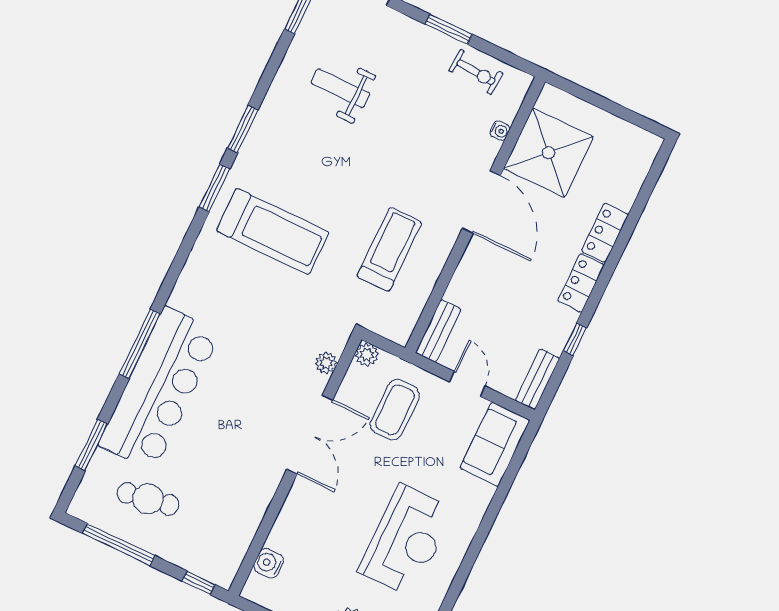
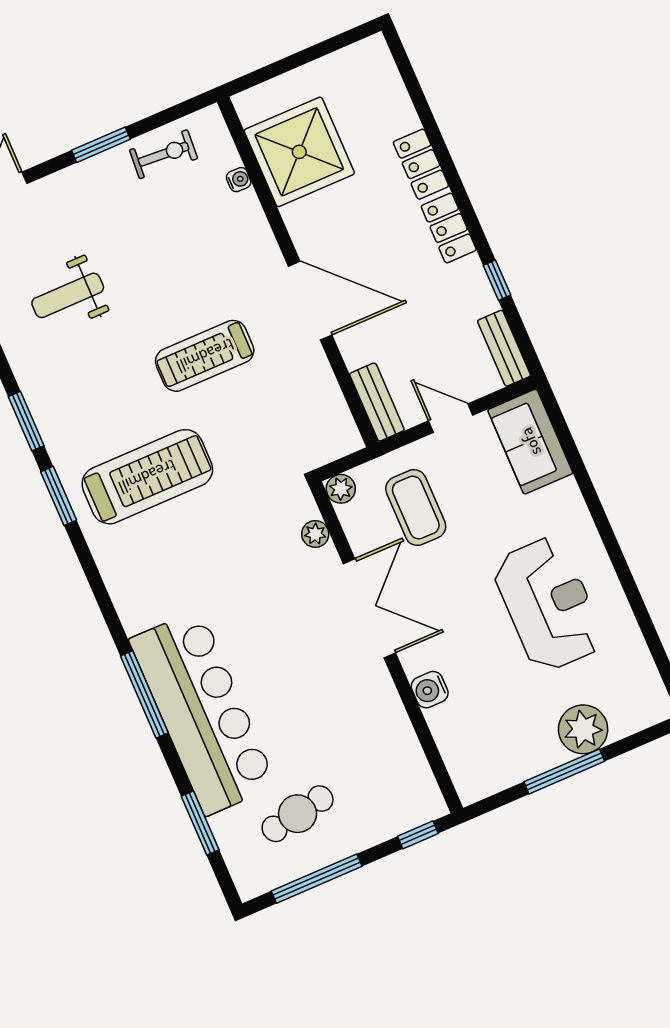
door: (481, 202) -> (310, 301), moved
treadmill: (389, 249) -> (205, 356), moved, turned -90
water cooler: (269, 563) -> (430, 690), moved

